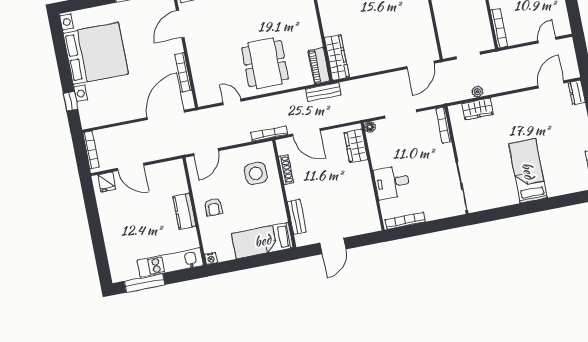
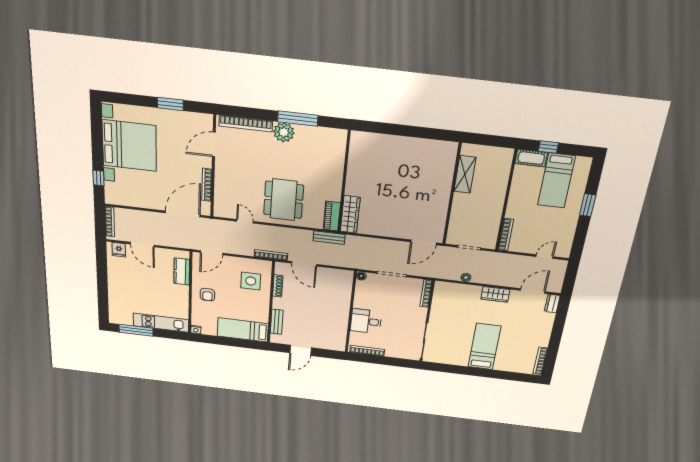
wardrobe: (478, 109) -> (495, 294), moved
wardrobe: (356, 146) -> (344, 286), removed
kitchen counter: (184, 211) -> (182, 271), moved

